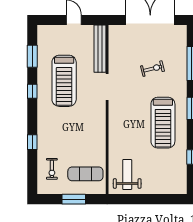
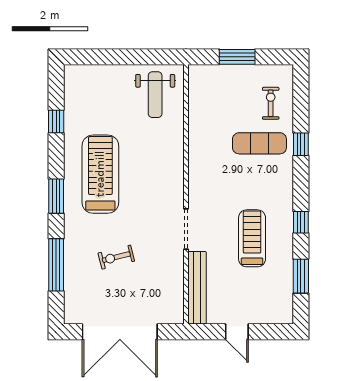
treadmill: (64, 81) -> (252, 238), width x0.73, depth x0.73
exercise mat: (85, 174) -> (259, 143), moved

